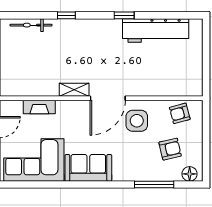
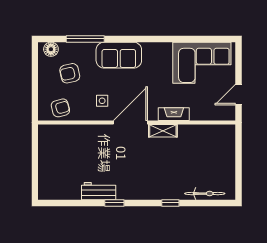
workbench: (156, 31) -> (99, 191), width x0.53, depth x0.76
fireplace: (39, 107) -> (174, 114), moved
side table: (137, 121) -> (102, 101), width x0.54, depth x0.54
sofa: (88, 168) -> (119, 55), moved

